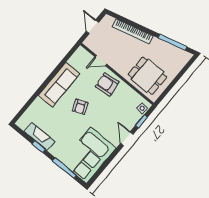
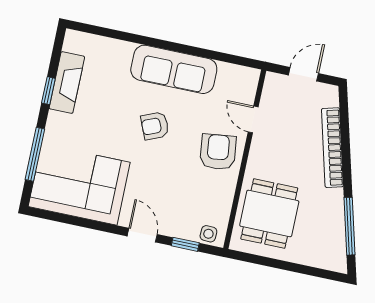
door: (127, 139) -> (142, 235), hinge flipped

